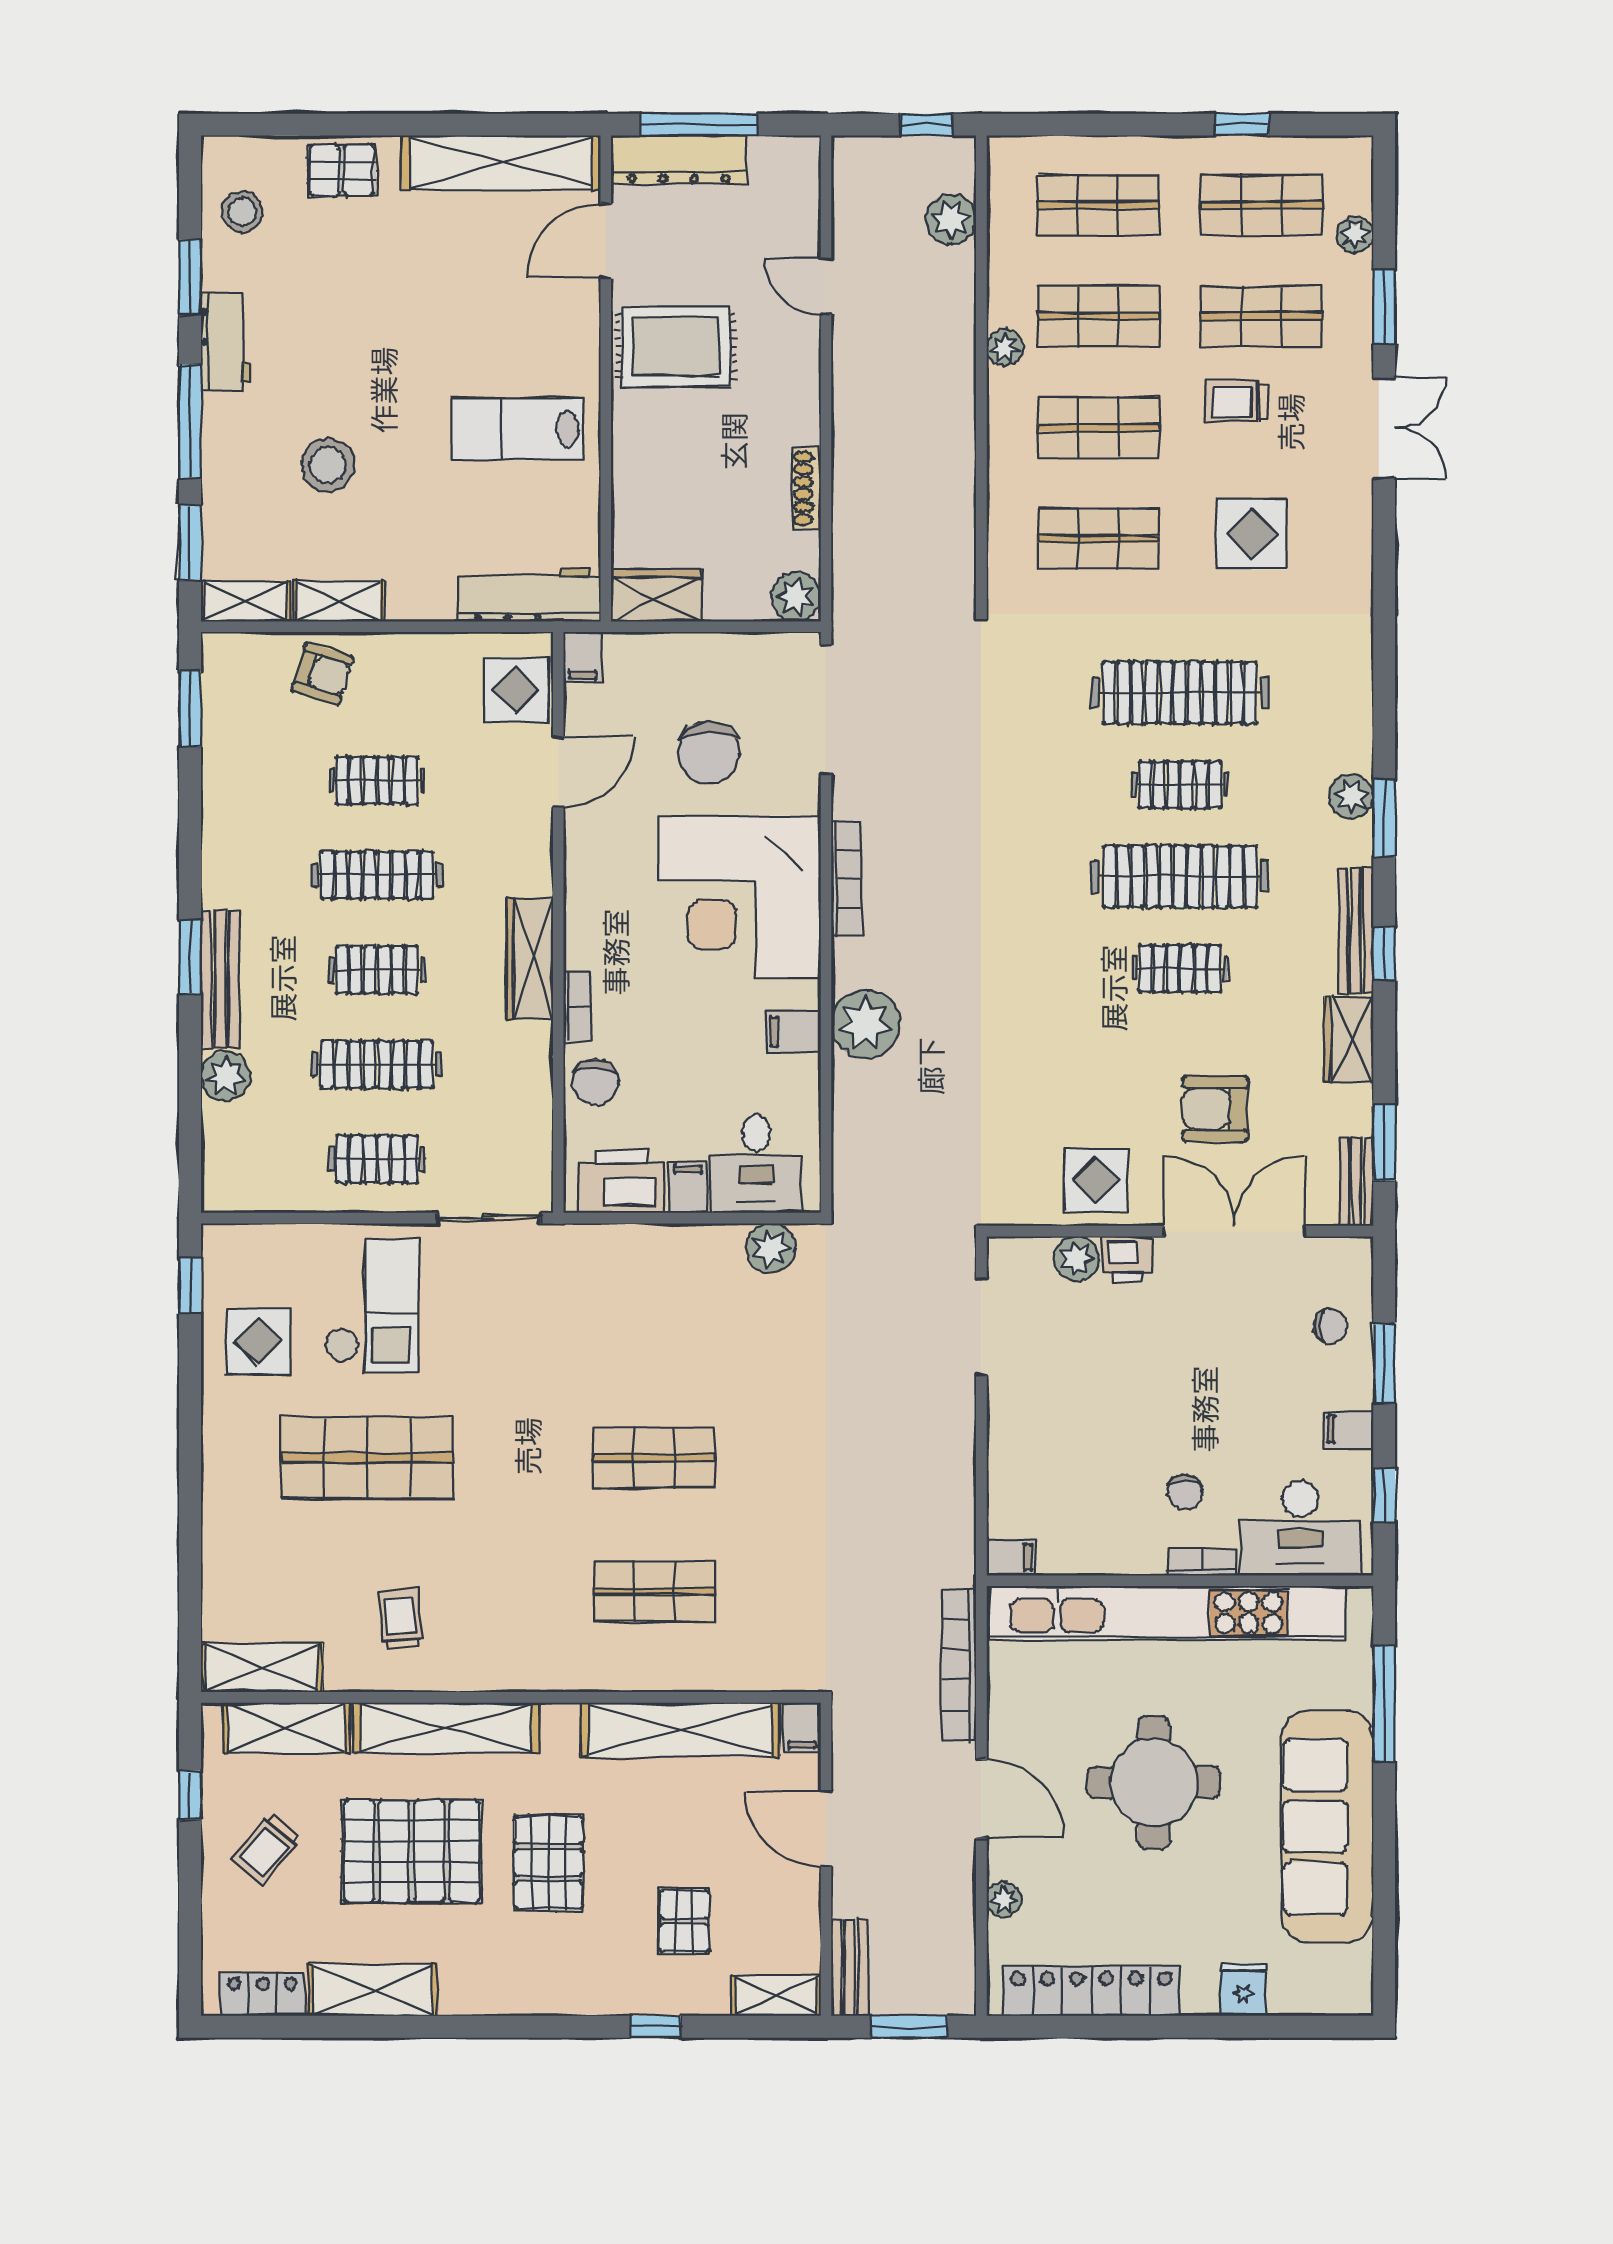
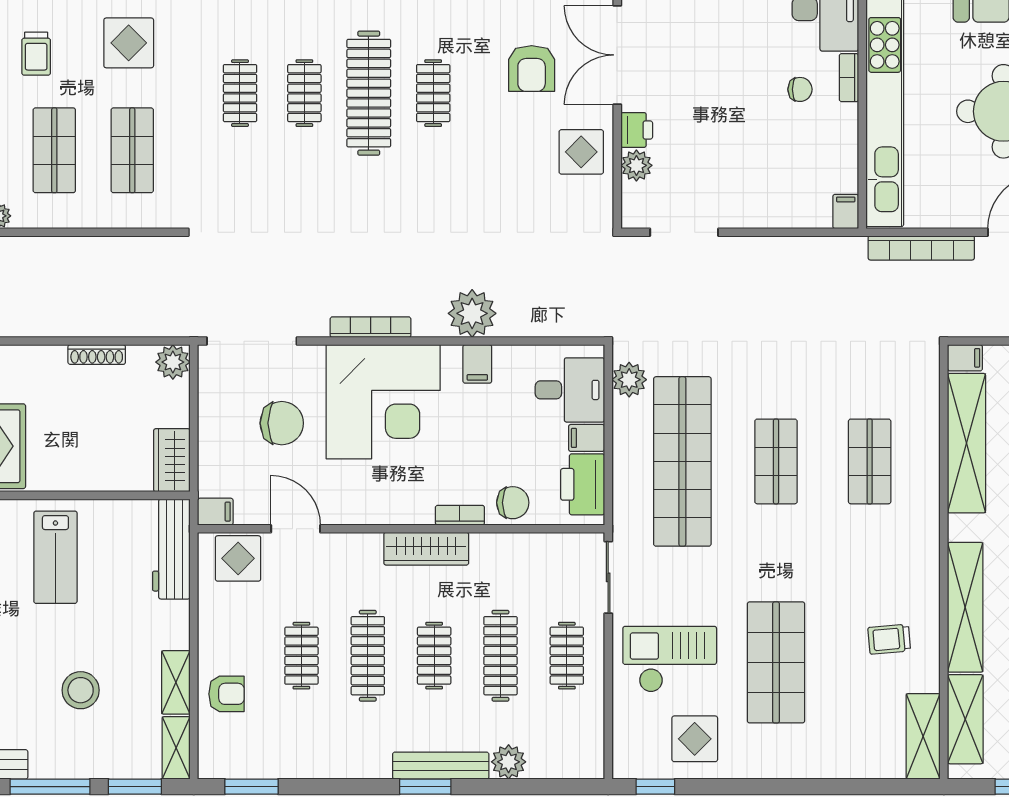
armchair: (322, 673) -> (227, 694), turned 73
clothes rail: (1180, 693) -> (240, 93), width x0.54, depth x0.76
shop shelf: (654, 1324) -> (682, 461), added

